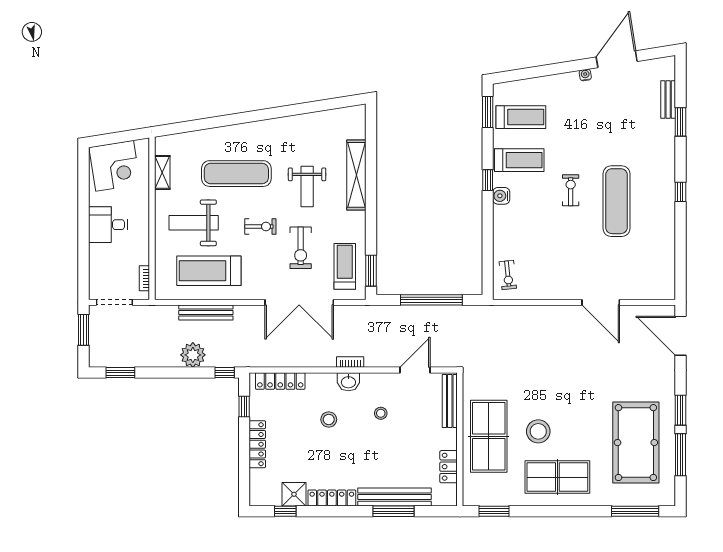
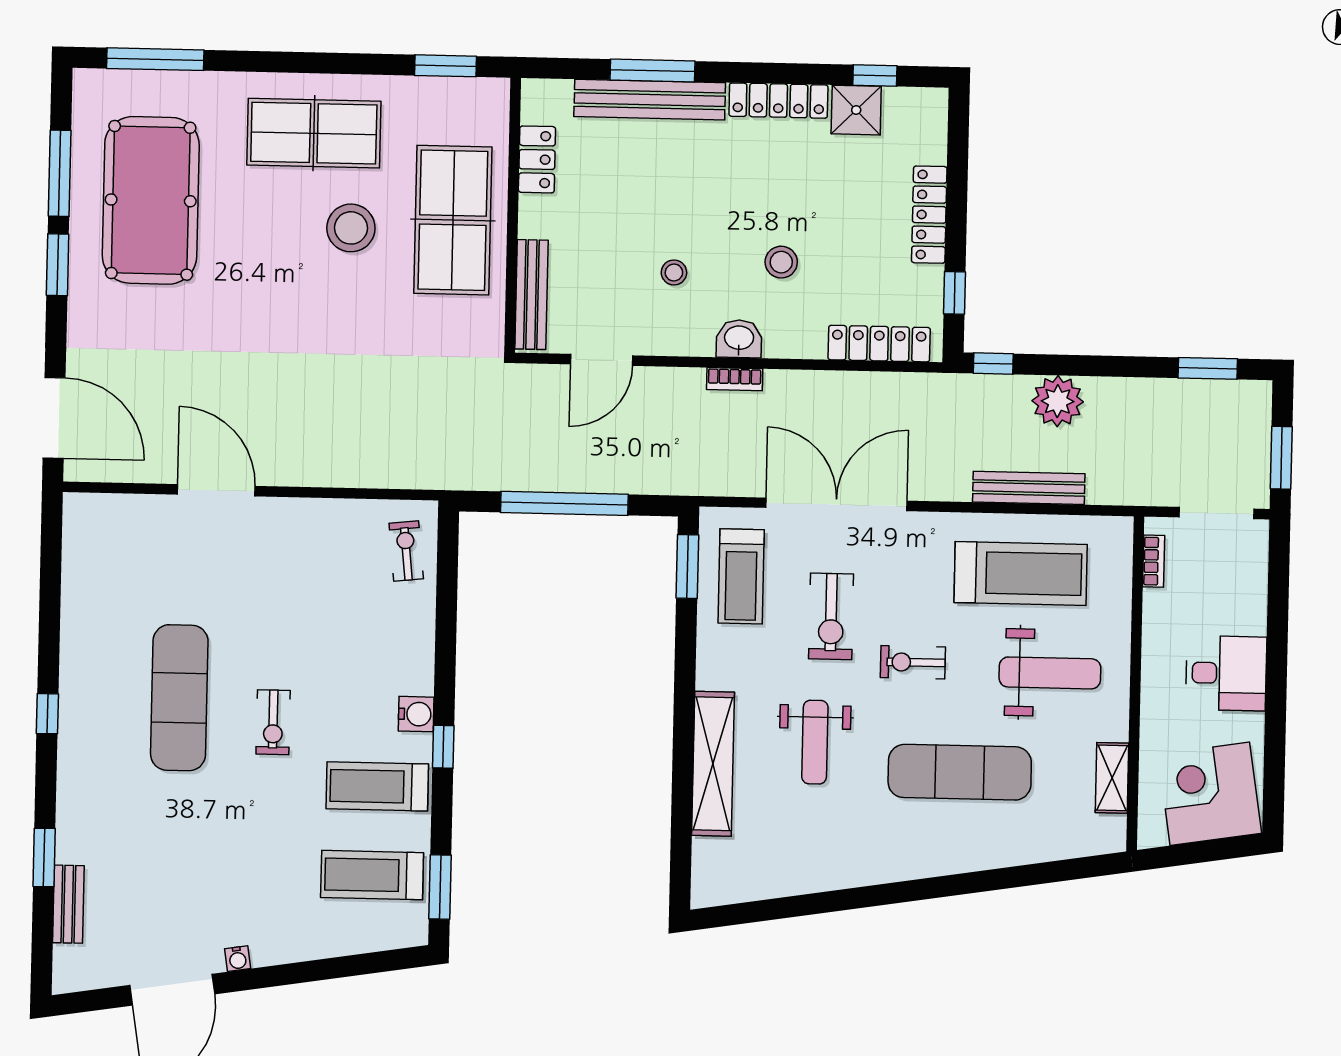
weight bench: (307, 187) -> (815, 742), turned 180
exercise bike: (301, 248) -> (831, 616), turned 180

